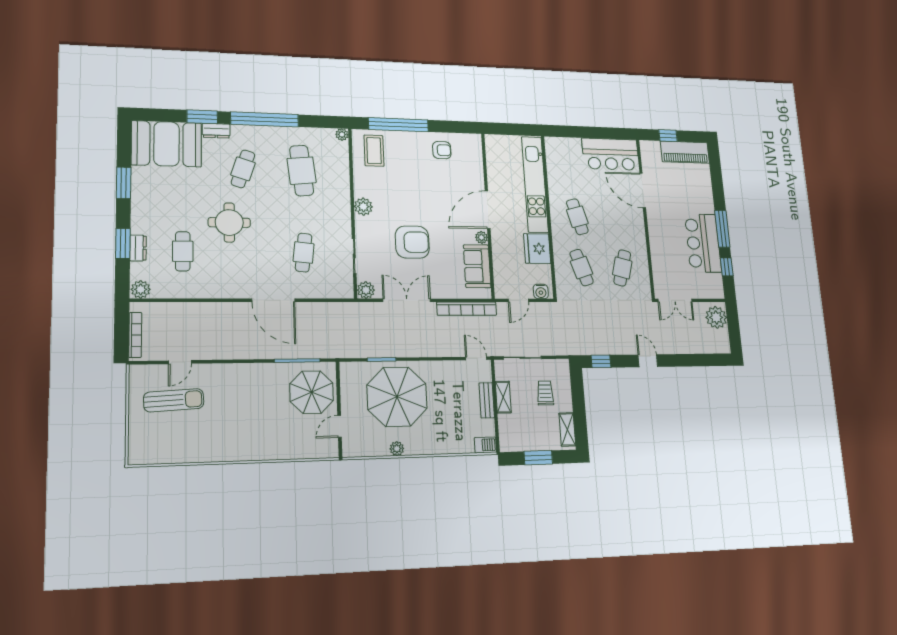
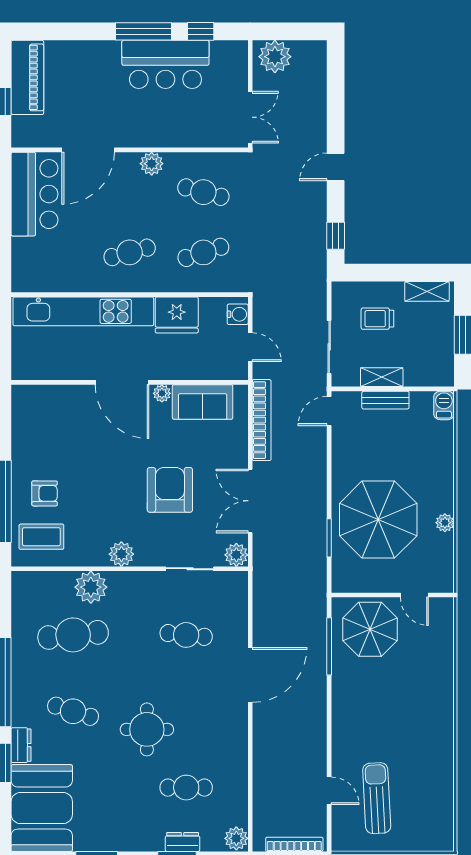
plant: (342, 135) -> (91, 587), moved, width x1.88, depth x1.88
armchair: (442, 150) -> (45, 493), moved, turned 90
plant: (638, 233) -> (152, 164), added

